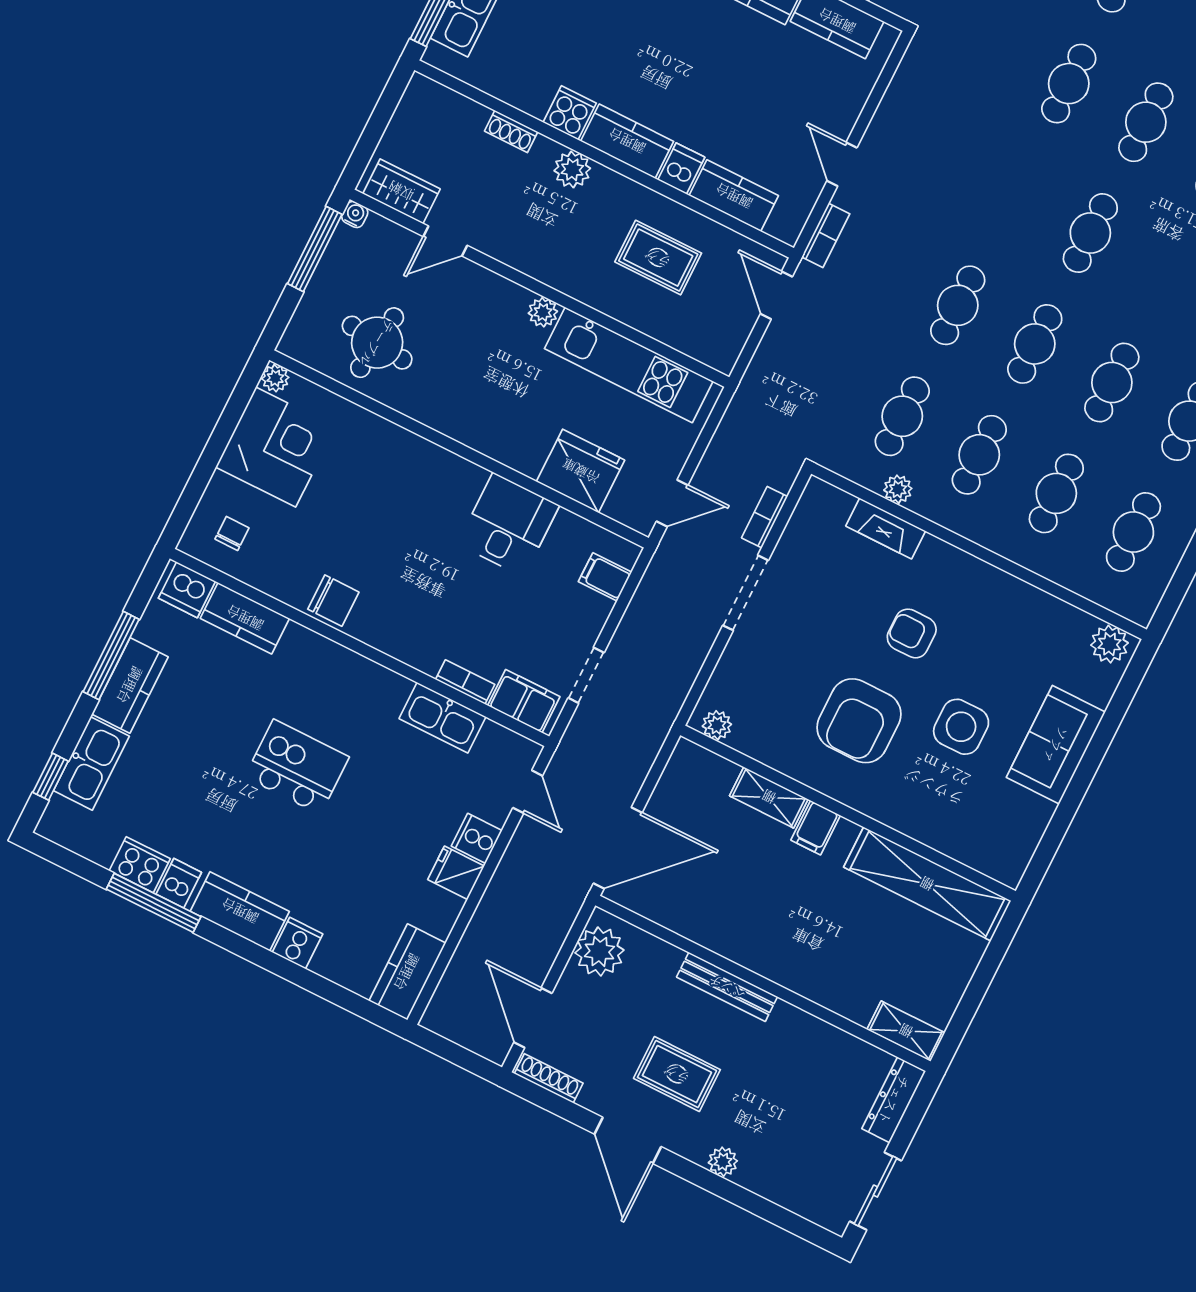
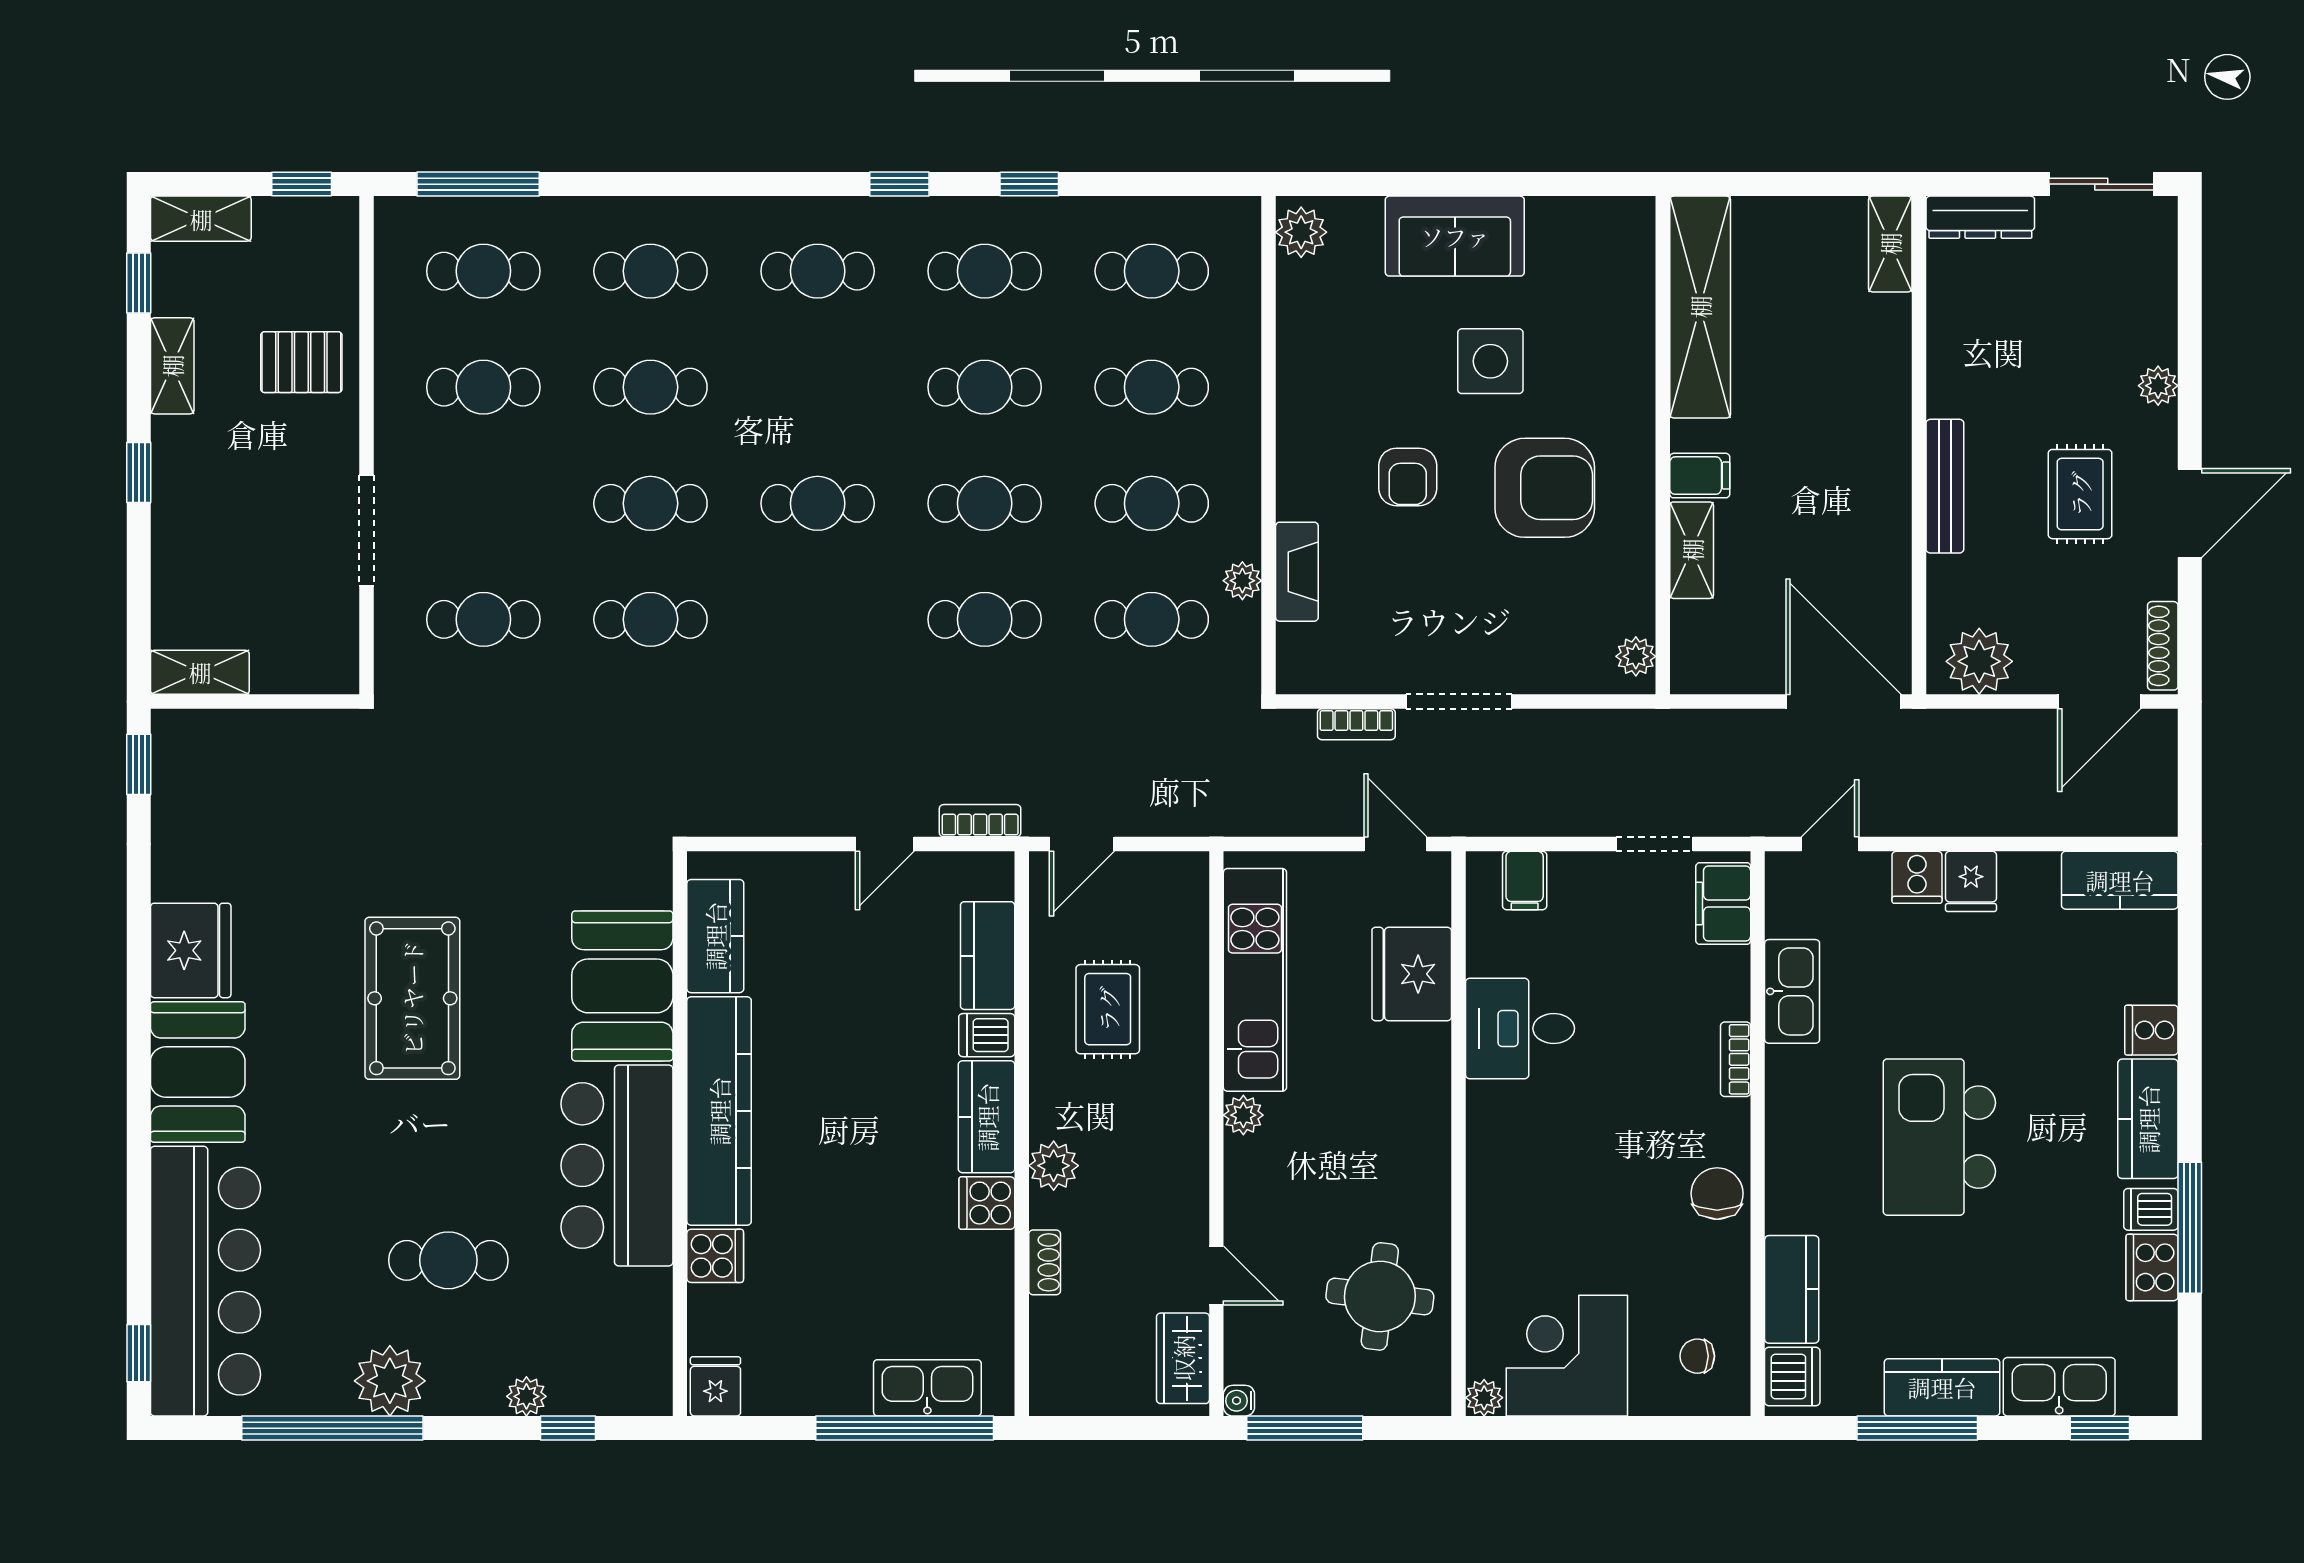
bookcase: (465, 682) -> (1736, 1059), moved
kitchen island: (297, 767) -> (1939, 1137), width x1.37, depth x1.28

